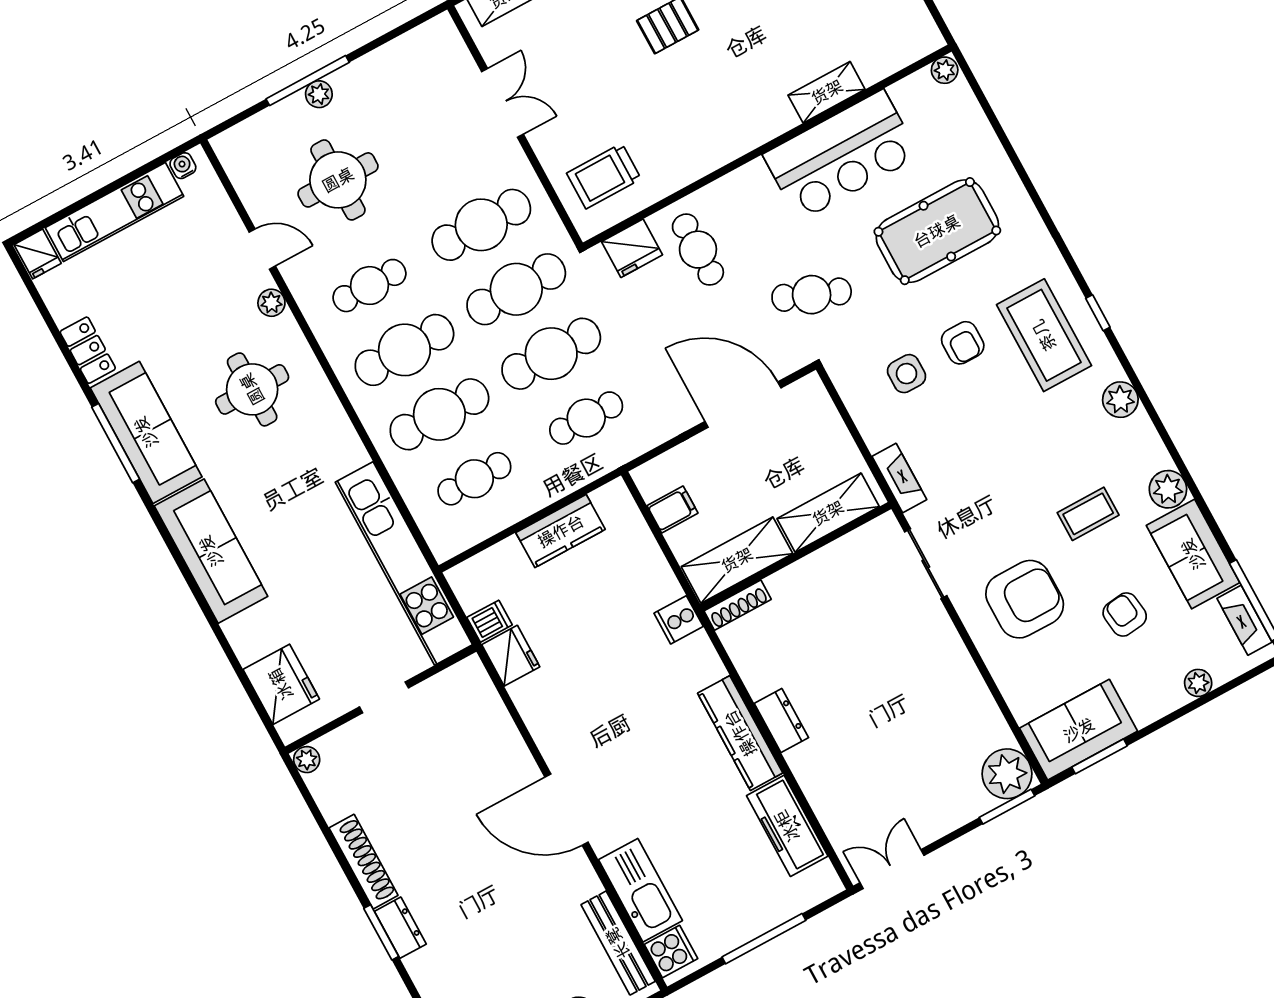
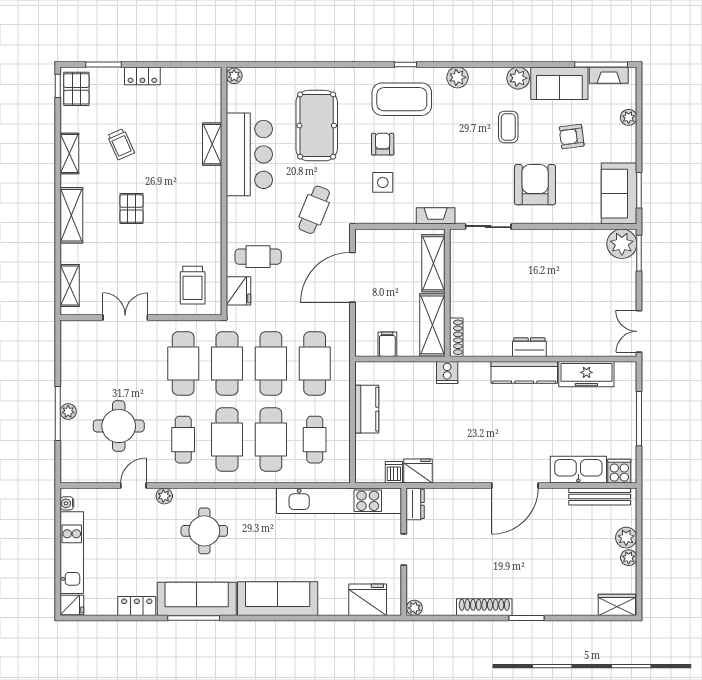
armchair: (963, 343) -> (383, 144), turned -90
cafe table: (586, 418) -> (315, 363), width x1.37, depth x1.35
dresser: (400, 928) -> (415, 504), moved, turned 90

